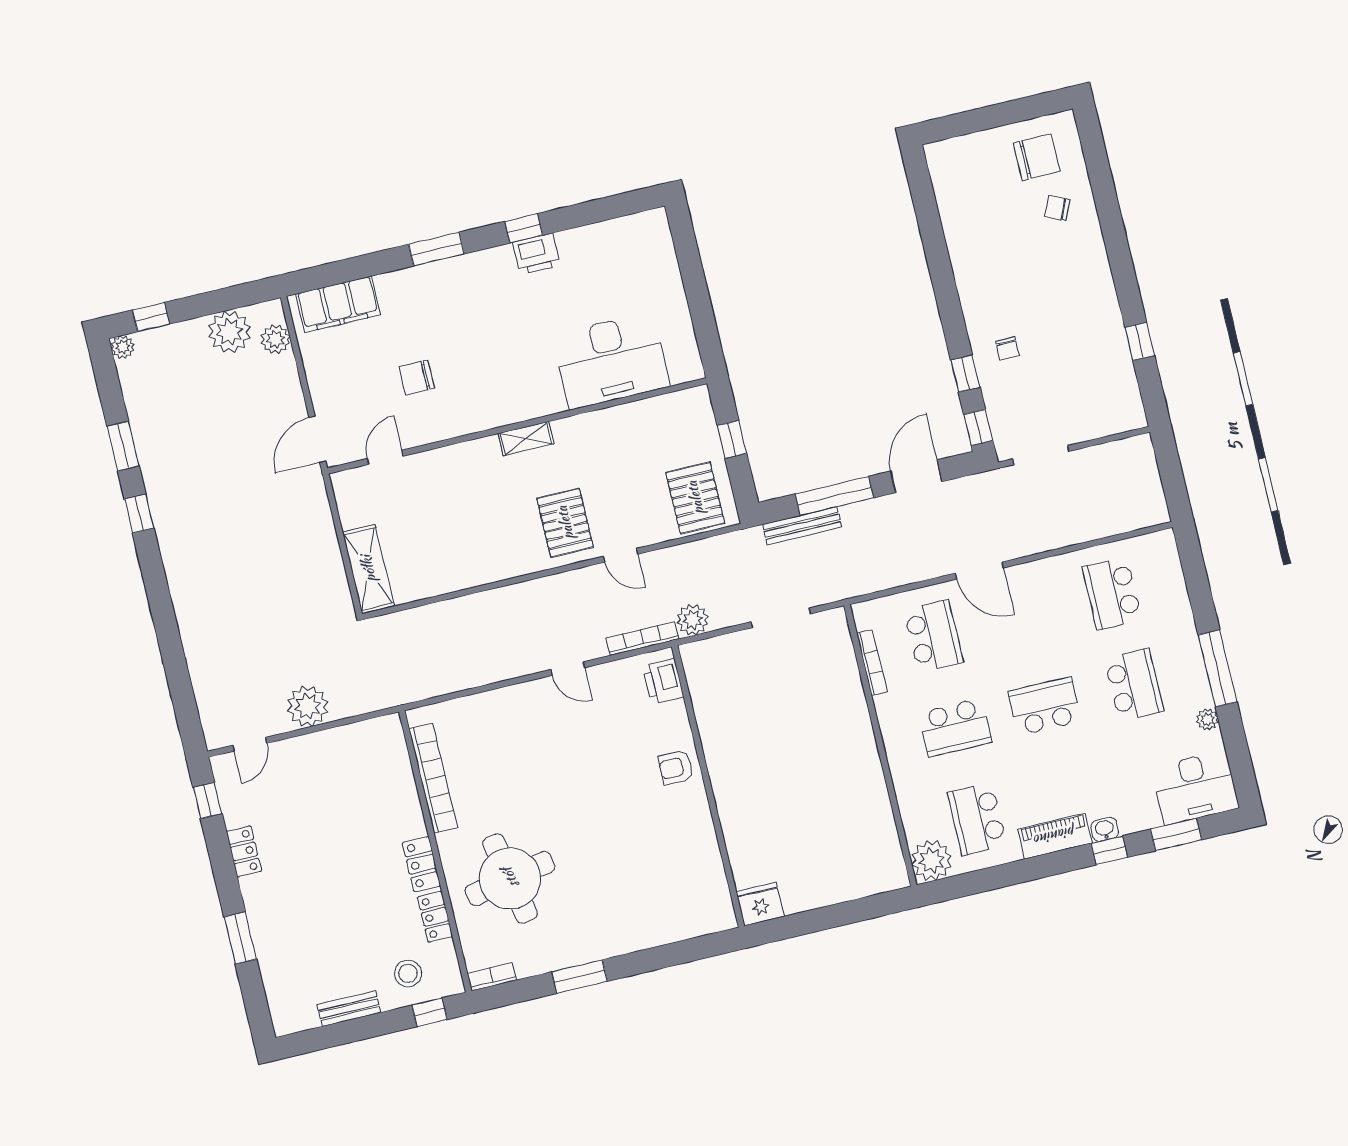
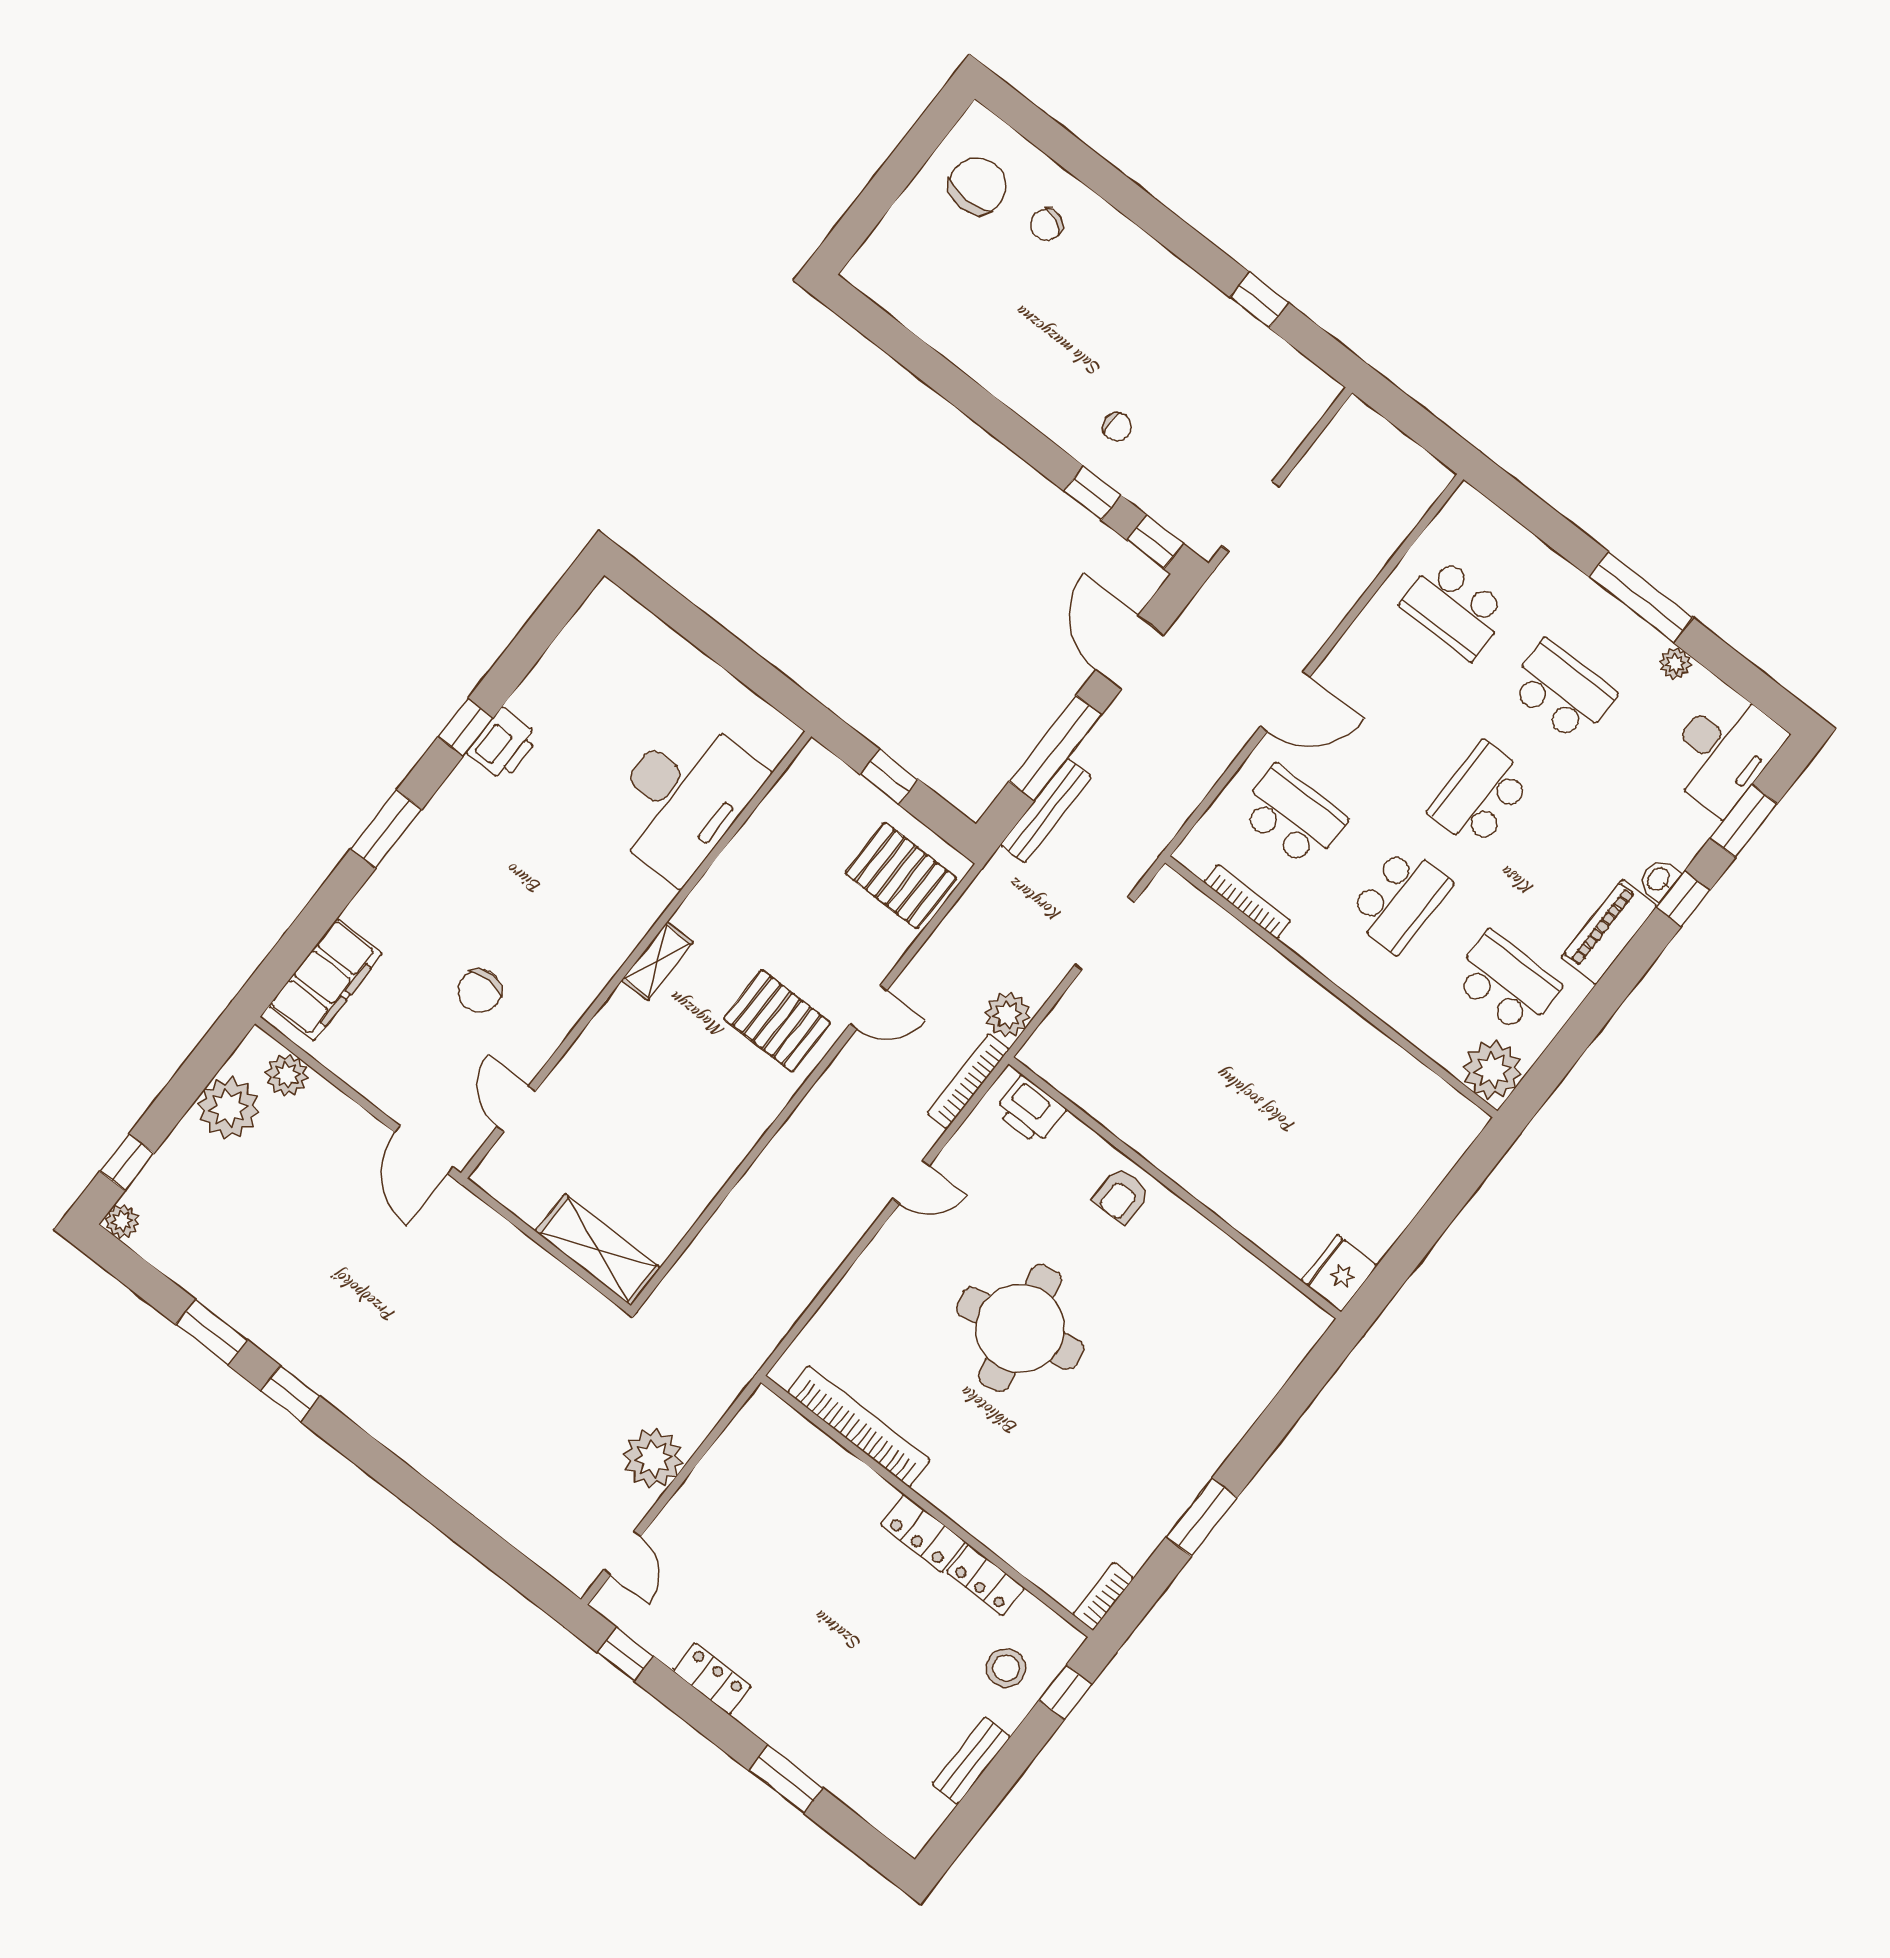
school desk: (977, 819) -> (1506, 983), turned 180
round table: (510, 878) -> (1020, 1328), moved

